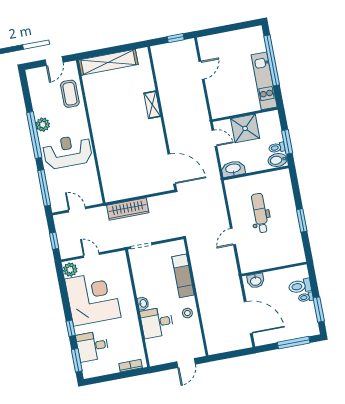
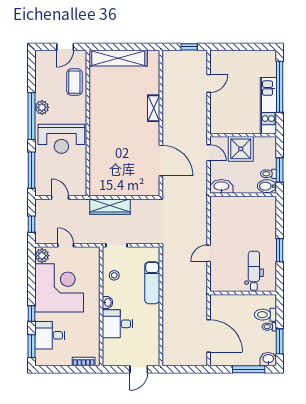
reception desk: (68, 152) -> (61, 139), turned 180
door: (172, 169) -> (161, 160), moved
dental chair: (260, 213) -> (254, 271), moved
washbasin: (256, 281) -> (268, 359), moved, turned 180
stool: (187, 313) -> (114, 275), moved

